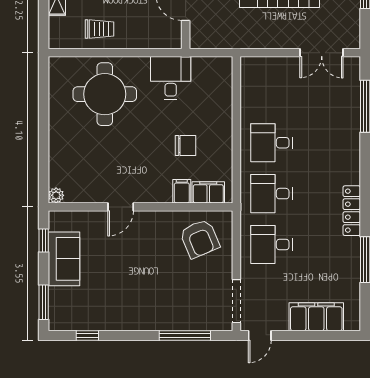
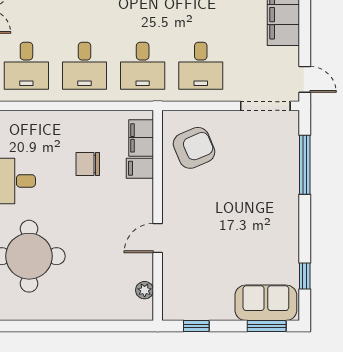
desk: (272, 92) -> (26, 66), added
chair: (185, 146) -> (88, 164), turned -90
plant: (56, 195) -> (145, 290), moved
door: (121, 207) -> (158, 238), swing flipped
sofa: (64, 259) -> (266, 303), moved

